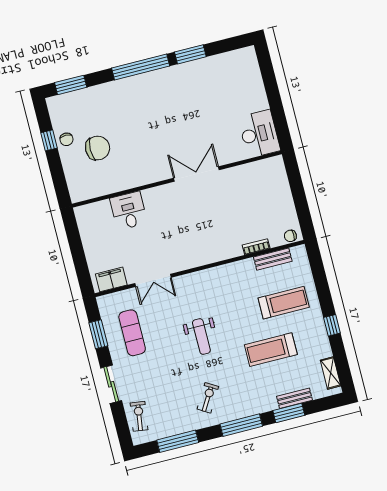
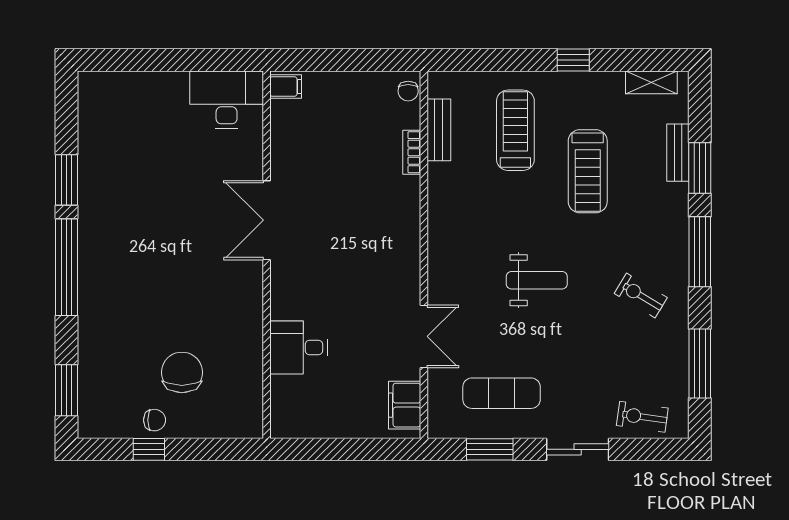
filing cabinet: (275, 166) -> (286, 87), added

